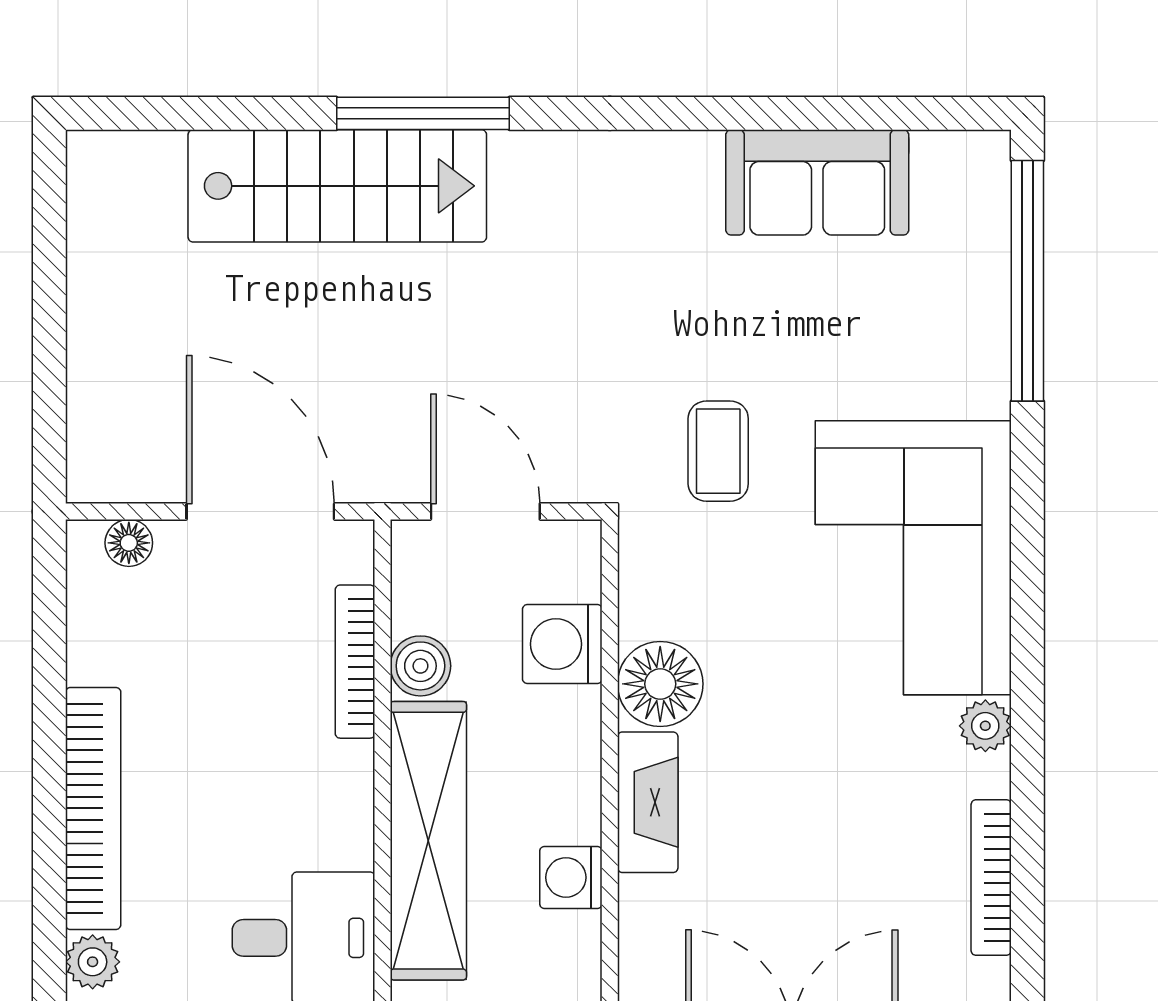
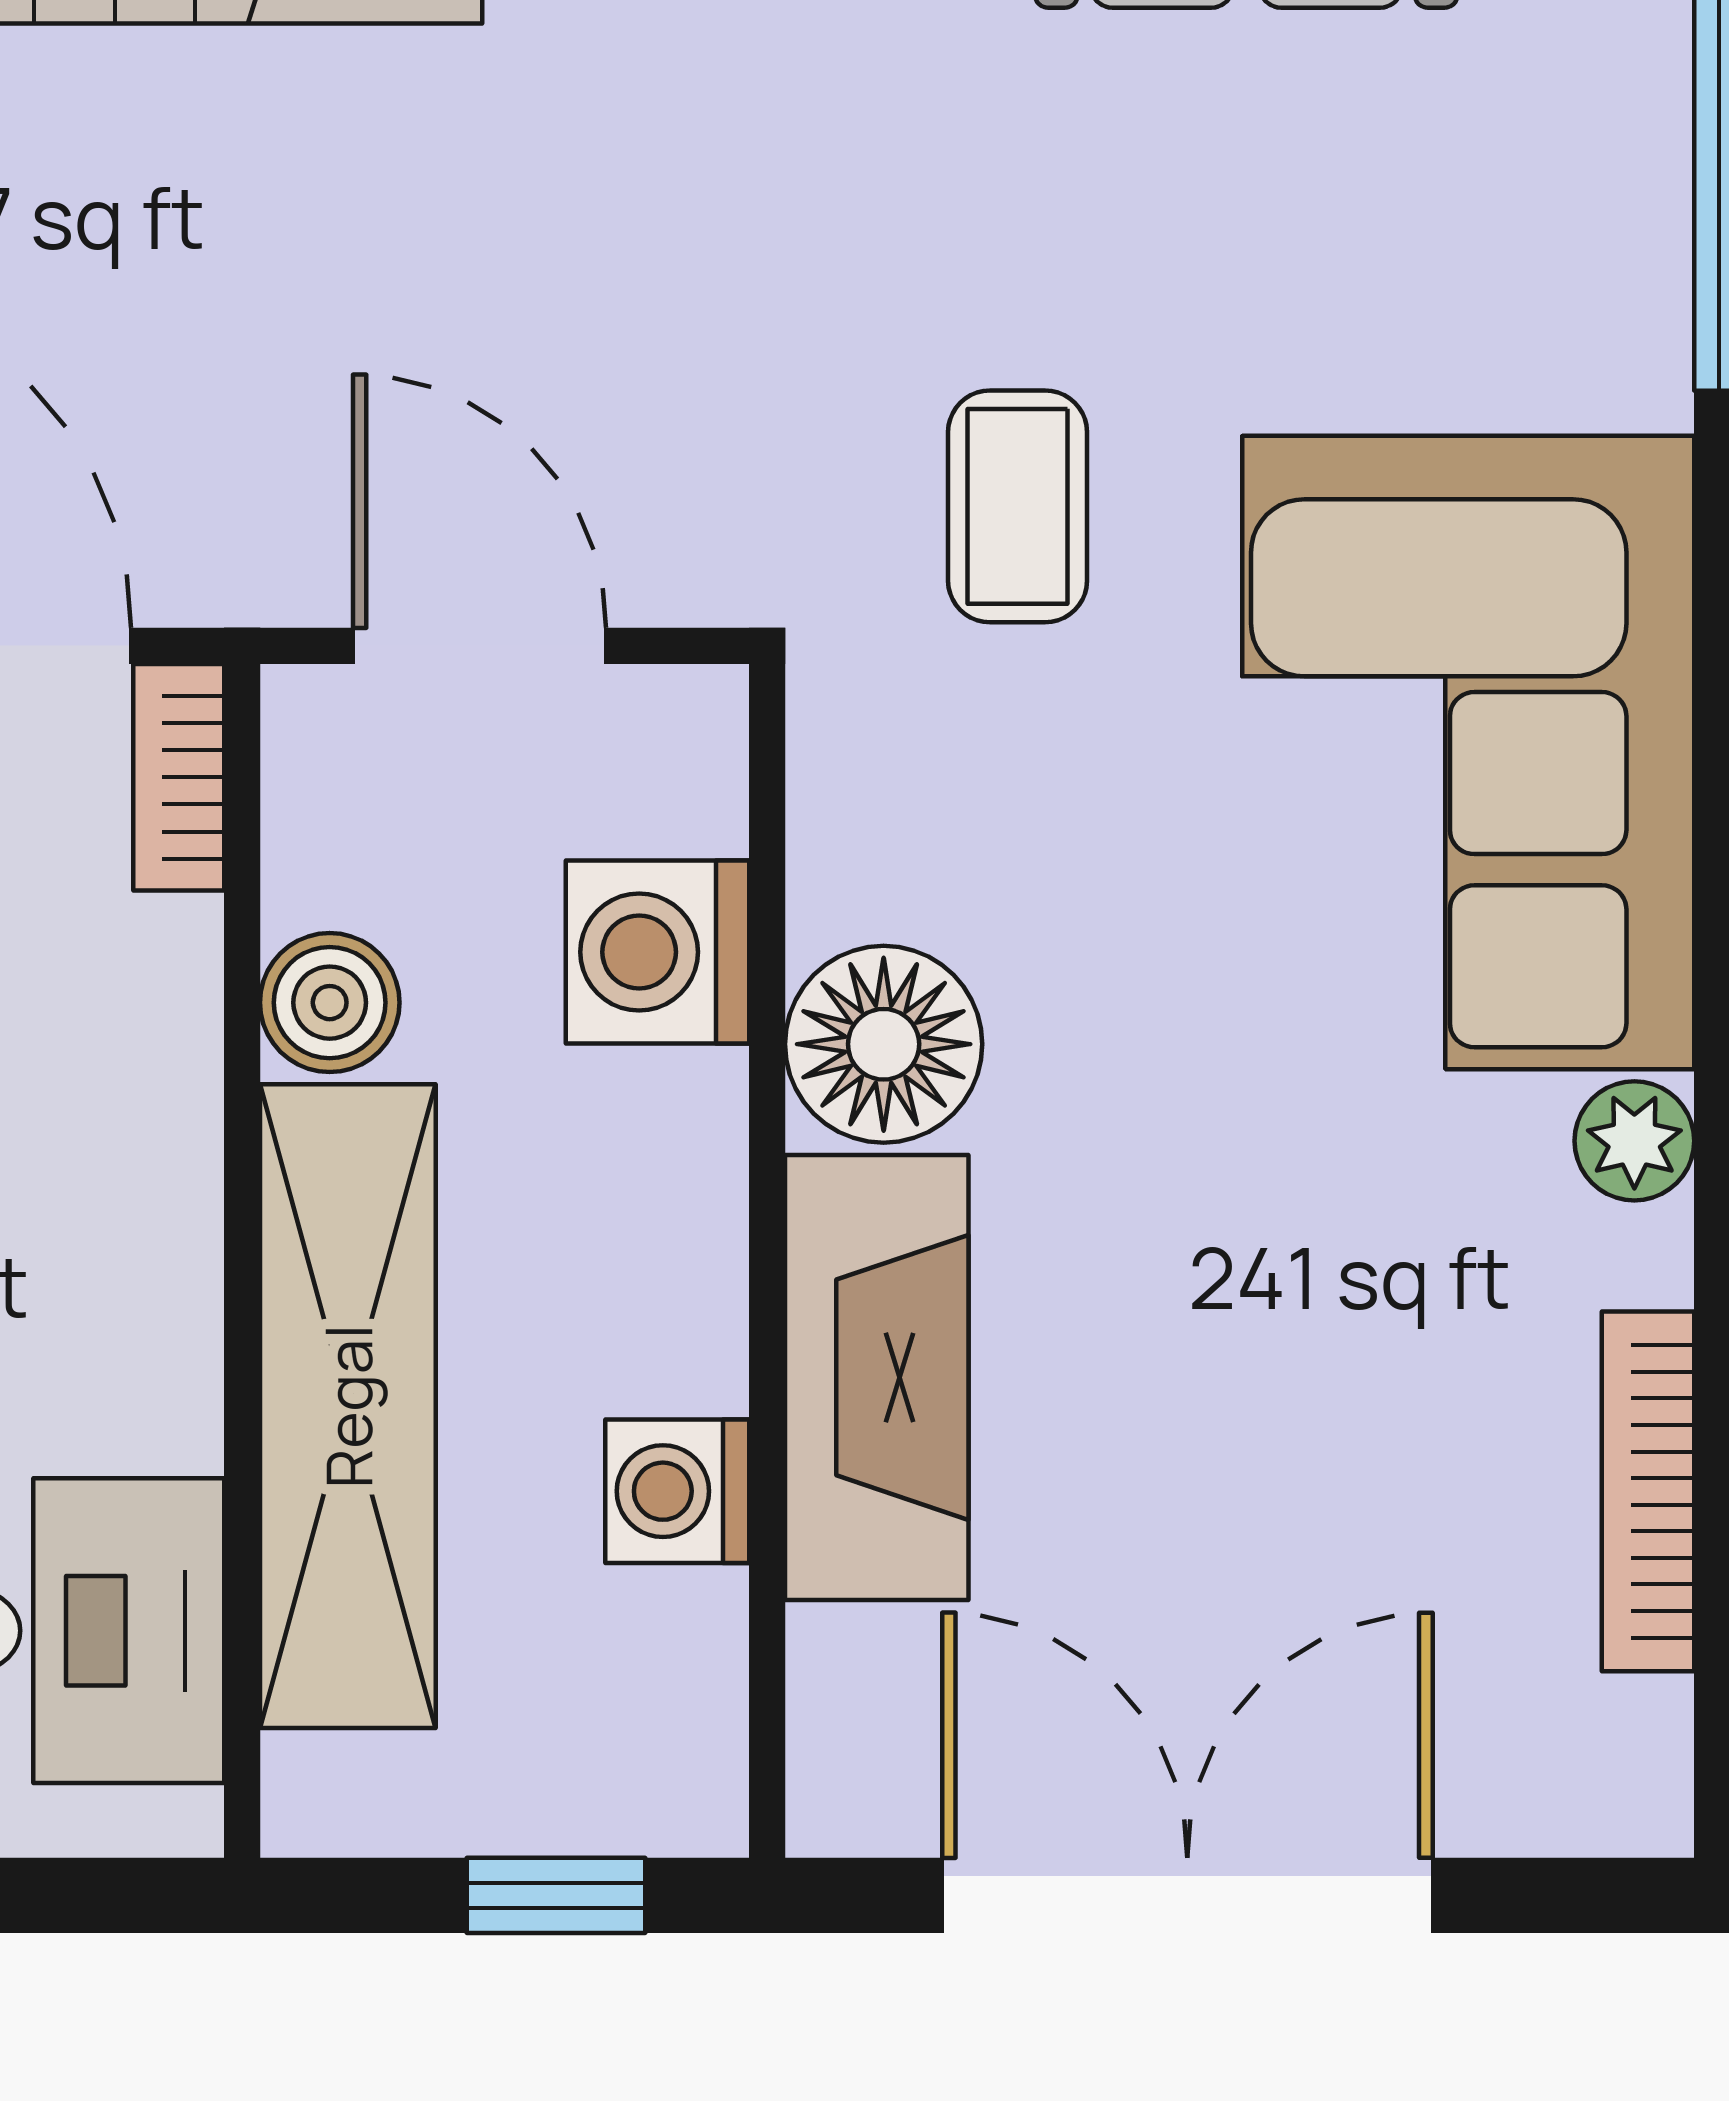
bookcase: (355, 662) -> (179, 777), moved, width x0.64
fireplace: (648, 802) -> (877, 1377), width x1.37, depth x1.32

